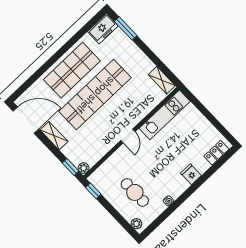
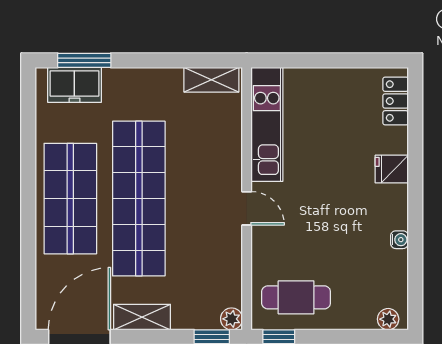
freezer: (103, 29) -> (74, 85), moved, turned 90
cafe table: (135, 192) -> (296, 297), moved

